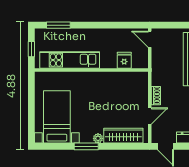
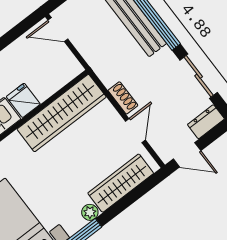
fridge: (124, 60) -> (23, 100), moved
wardrobe: (121, 80) -> (62, 113), added

